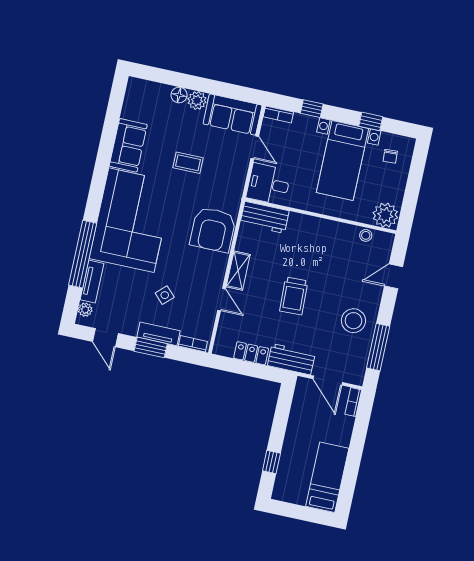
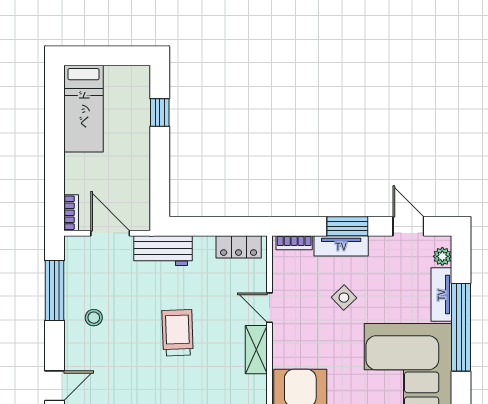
stool: (353, 321) -> (94, 318), width x0.53, depth x0.53
locker: (251, 353) -> (239, 247), moved

